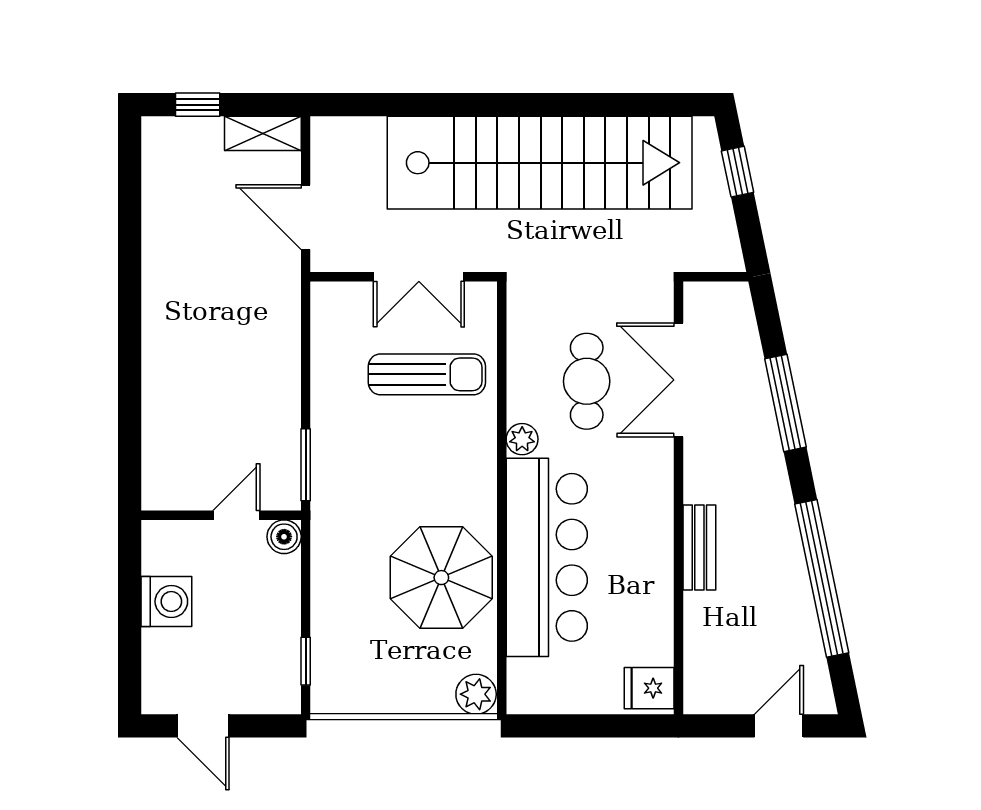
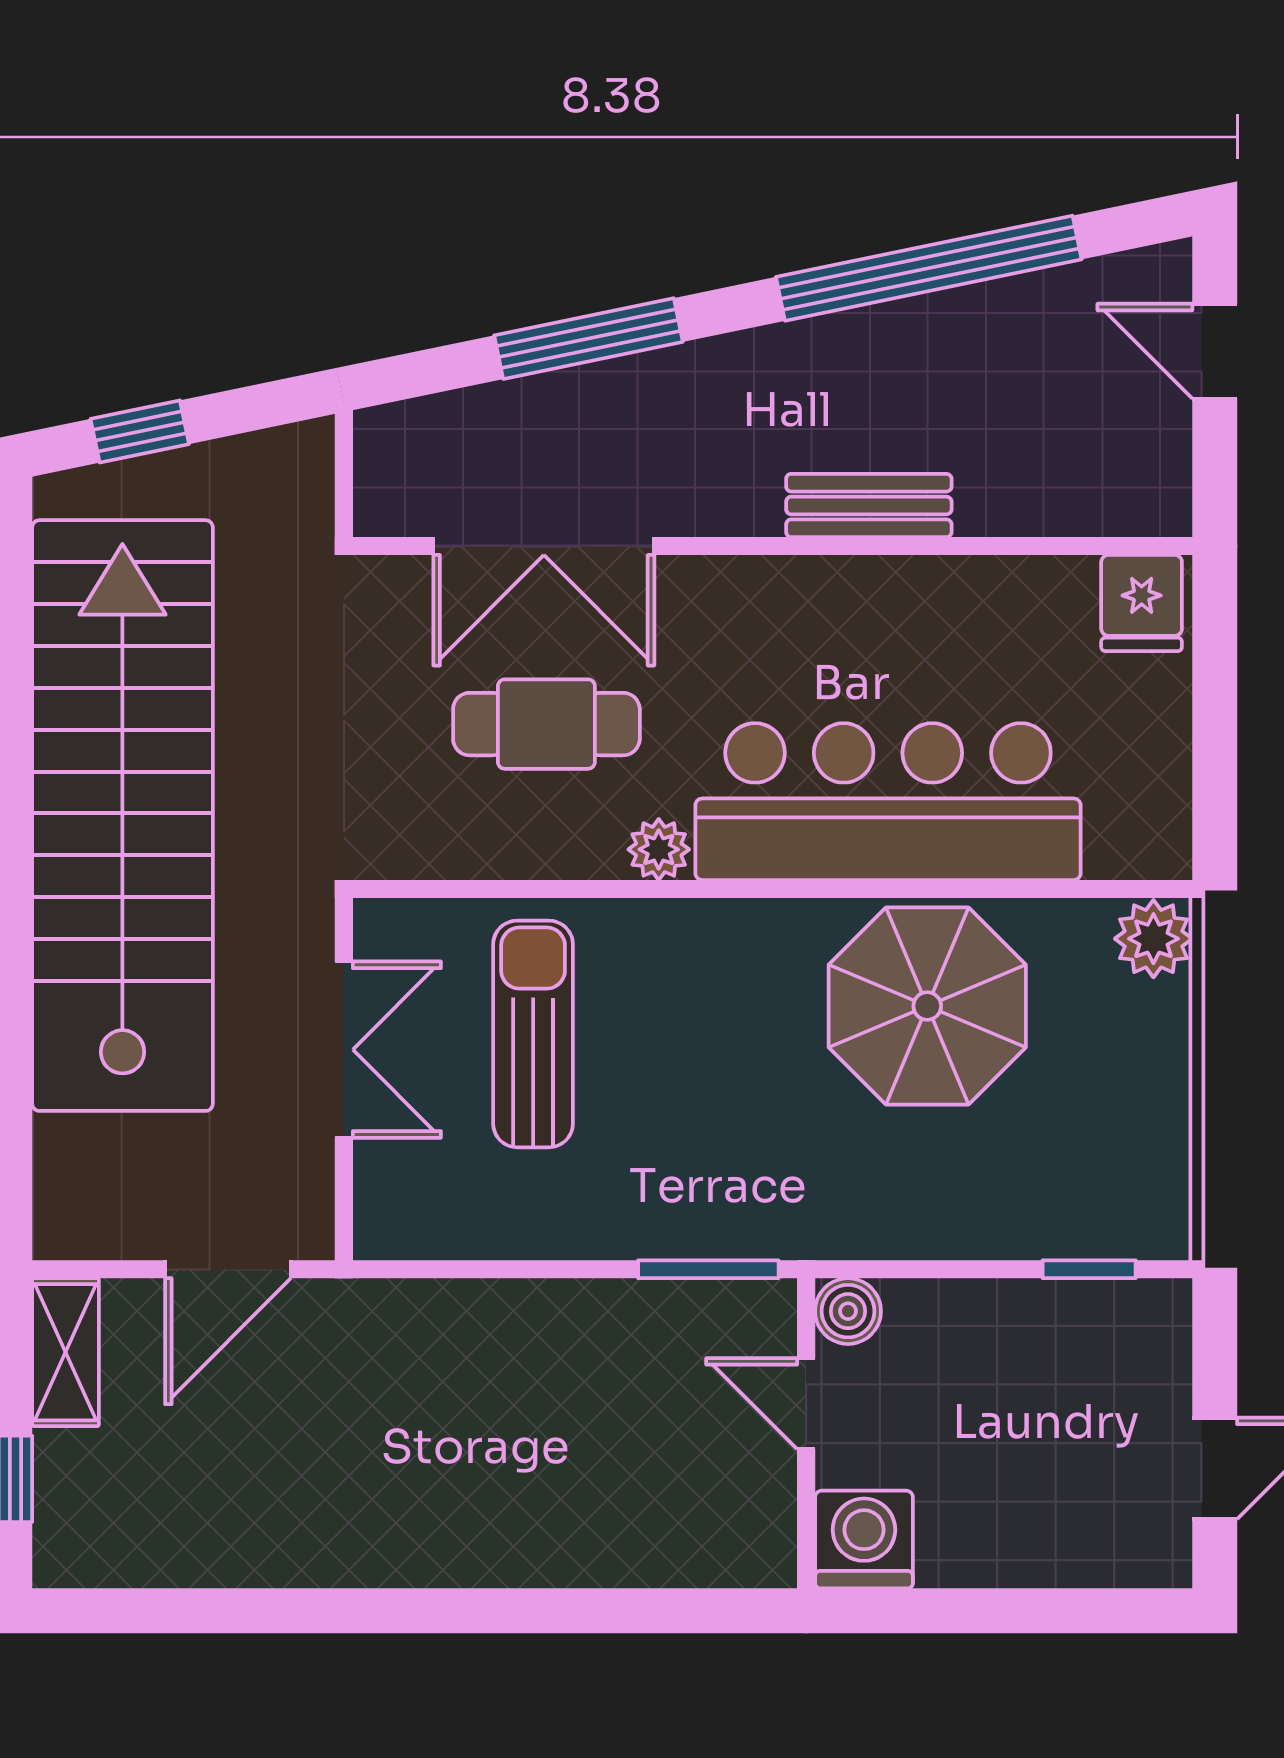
washing machine: (166, 602) -> (864, 1539), moved

